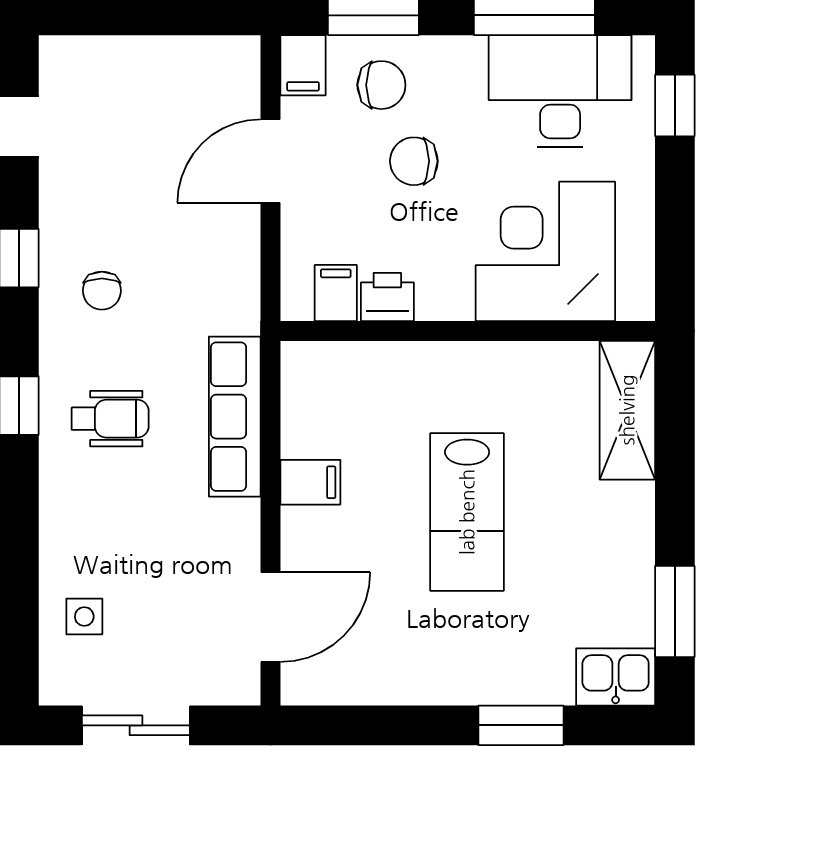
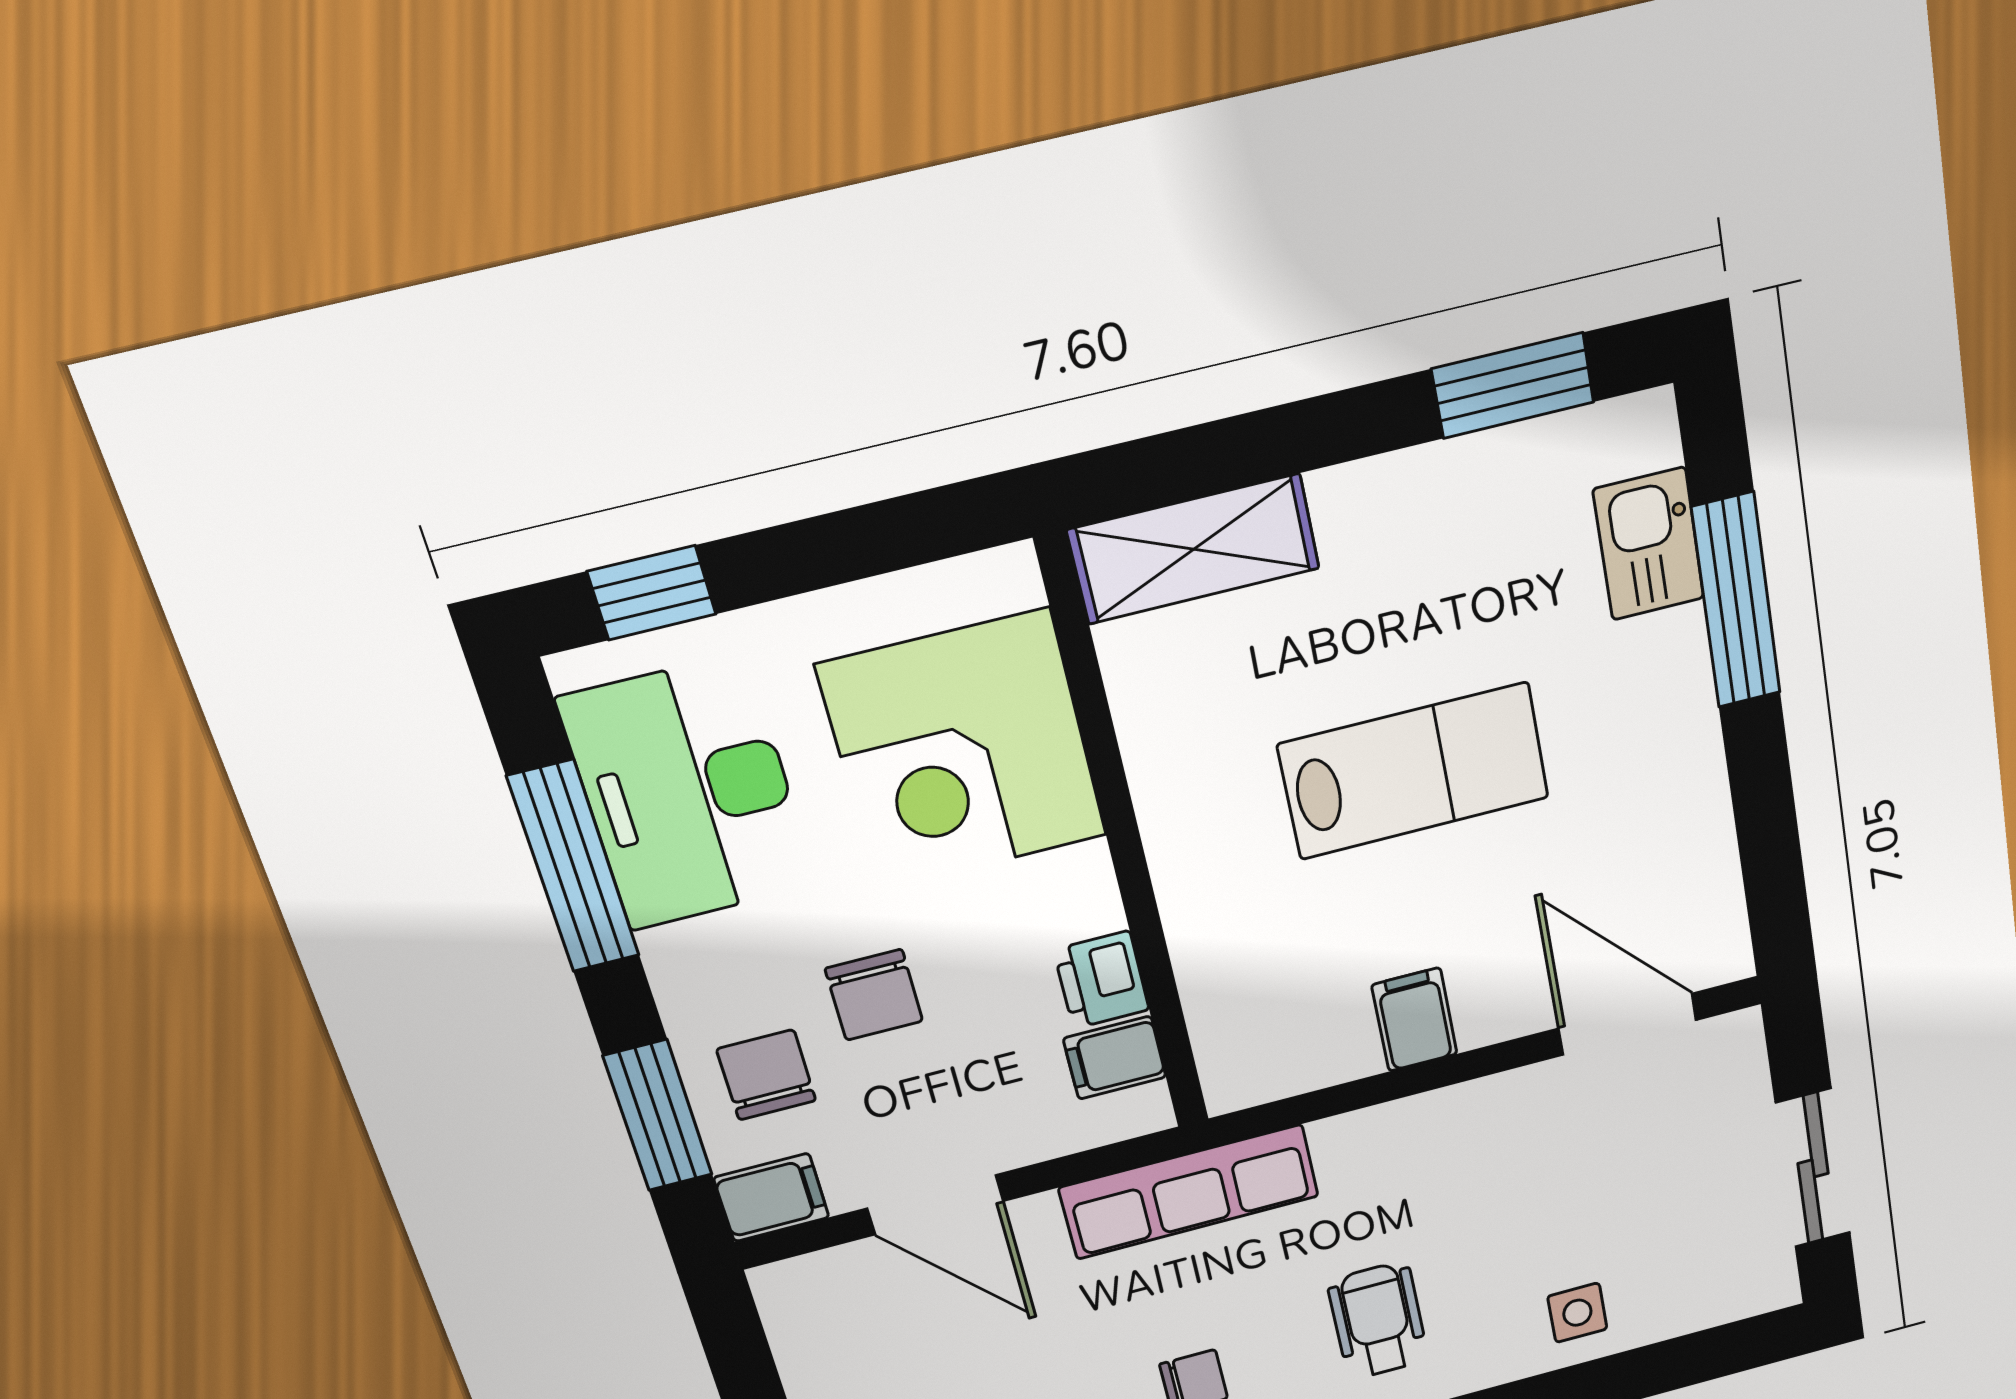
row of seats: (235, 417) -> (1189, 1192), moved
side table: (84, 617) -> (1577, 1313), moved
kitchen sink: (616, 677) -> (1649, 544), moved
window: (521, 725) -> (1736, 601), width x1.44

